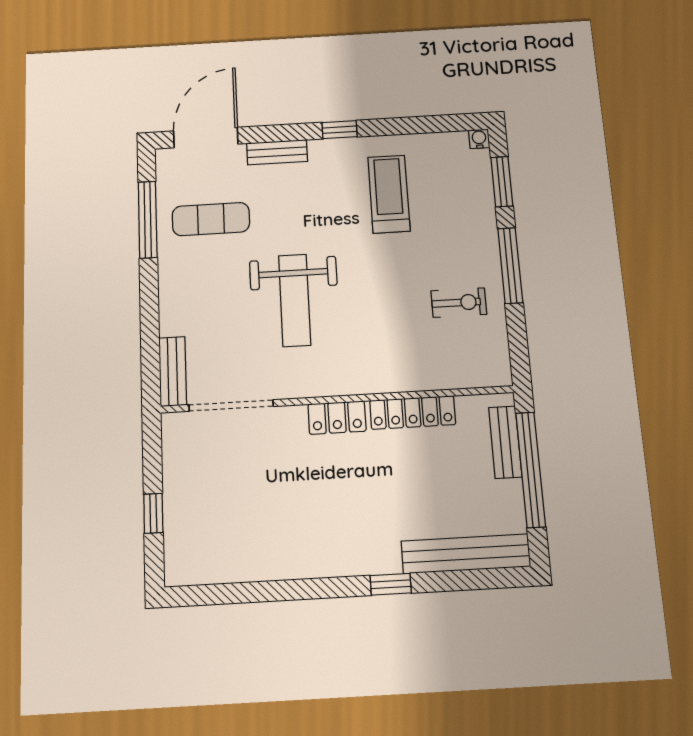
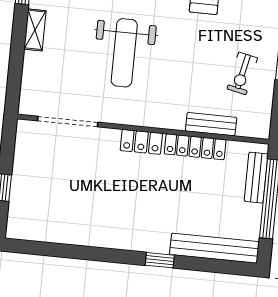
shelving: (170, 289) -> (35, 30), added
exercise bike: (459, 303) -> (242, 73), turned 102
bench: (173, 371) -> (211, 124), moved, turned 90

